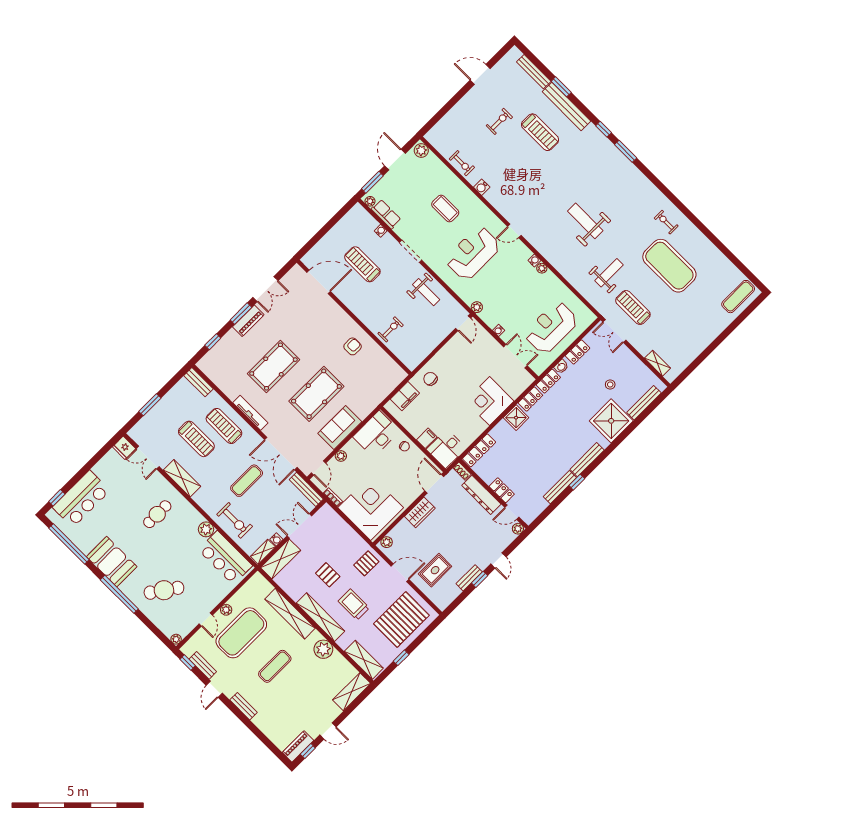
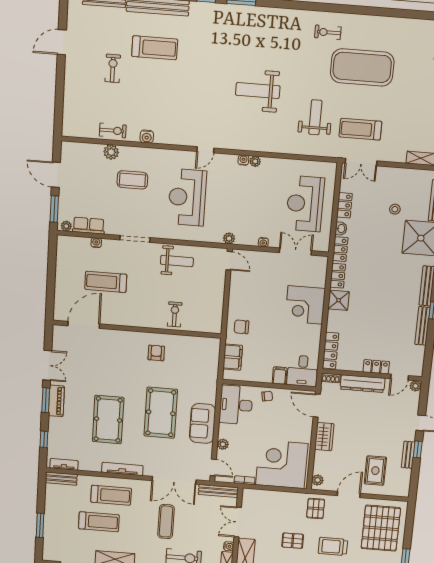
plant: (421, 151) -> (111, 152), moved
tv unit: (210, 373) -> (64, 464), added
treadmill: (224, 426) -> (111, 495), turned 180

